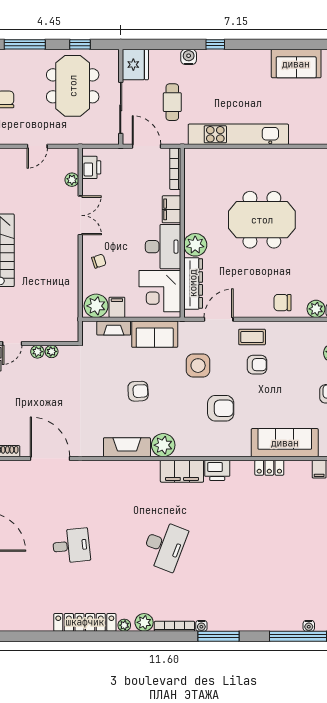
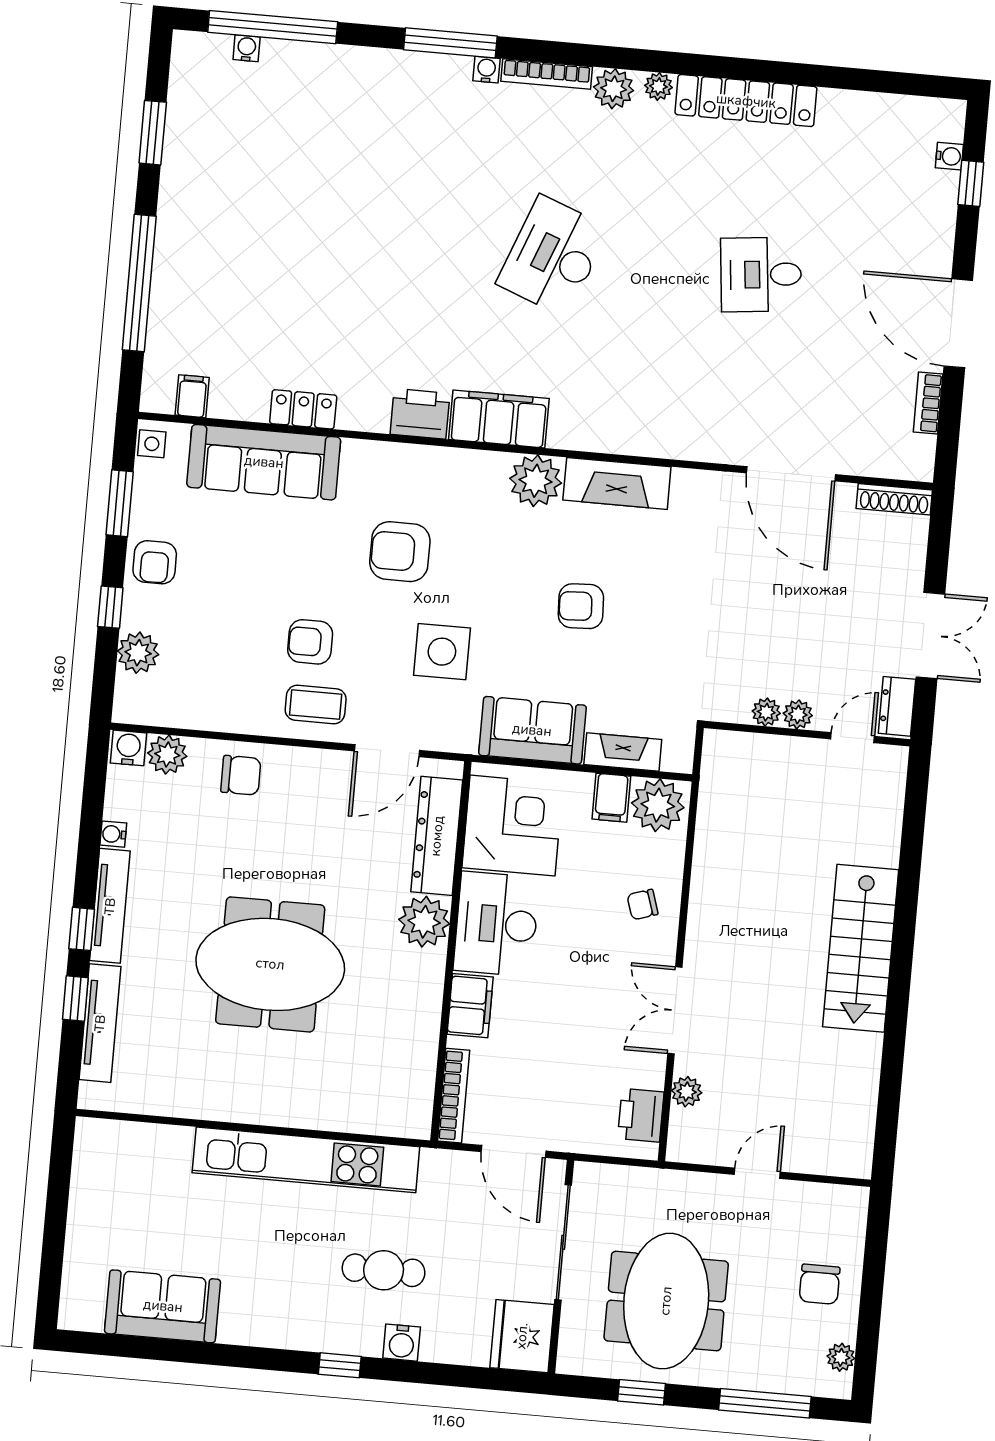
cafe table: (172, 102) -> (384, 1270), moved, turned 90

